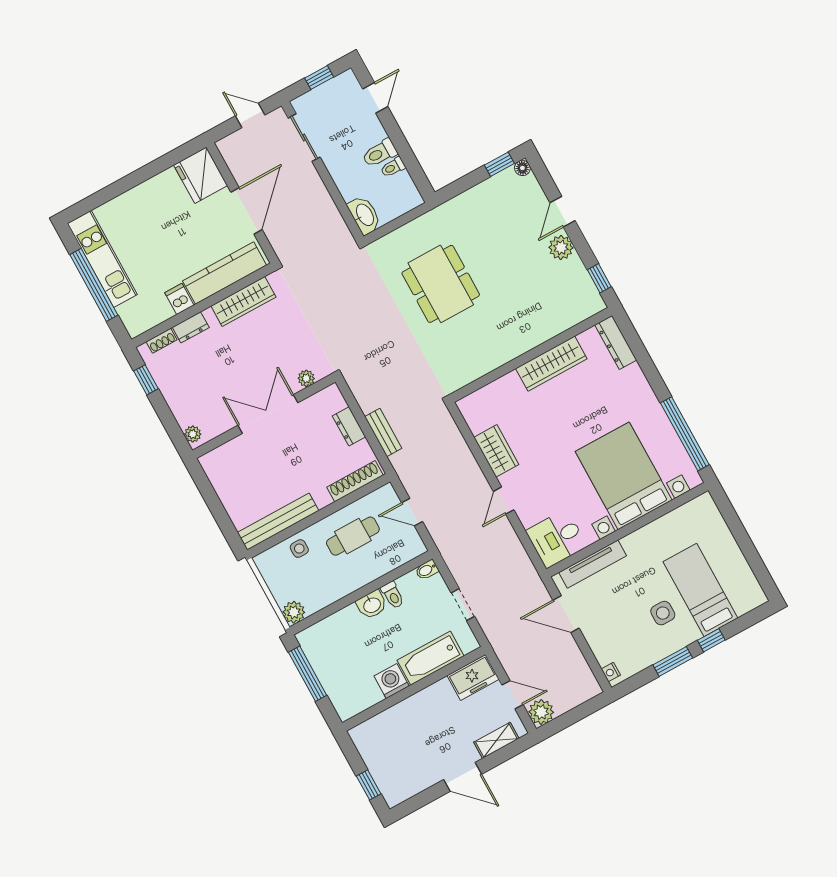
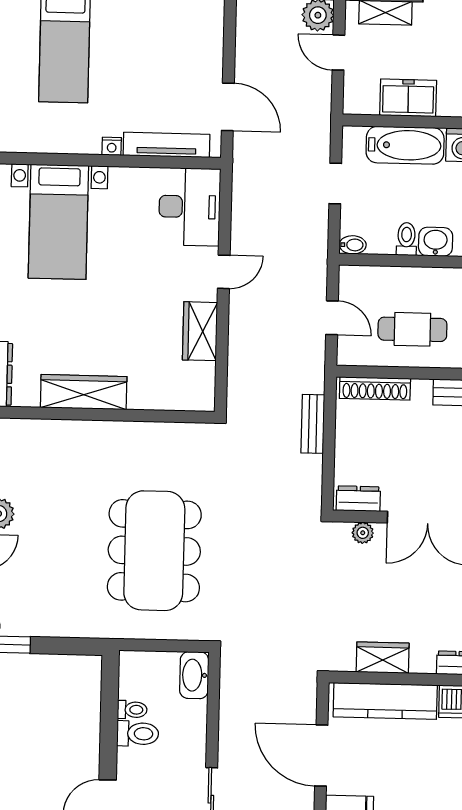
door: (246, 211) -> (321, 755), hinge flipped
dining table: (441, 284) -> (154, 551), width x1.36, depth x1.24
wardrobe: (243, 301) -> (383, 658), width x0.67
dresser: (349, 426) -> (358, 499), moved, turned -90
bed with nightstands: (624, 476) -> (58, 222), width x0.73
desk: (557, 538) -> (190, 207), width x1.37
side table: (663, 613) -> (121, 46), removed
nightstand: (611, 672) -> (112, 146), moved, turned 90
freezer: (473, 677) -> (408, 98), moved

